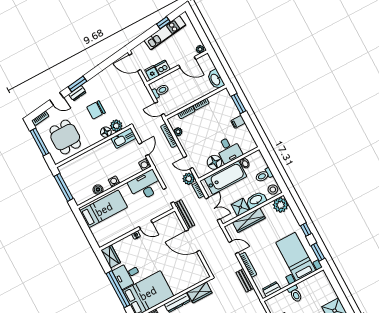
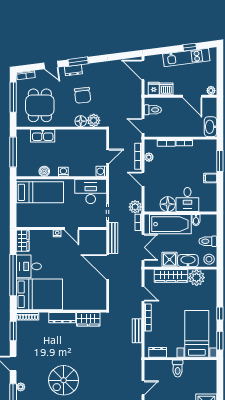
chair: (96, 110) -> (83, 95), turned -96
kitchen sink: (124, 138) -> (43, 136), moved
door: (188, 163) -> (143, 179), moved
plant: (281, 205) -> (197, 278), moved

